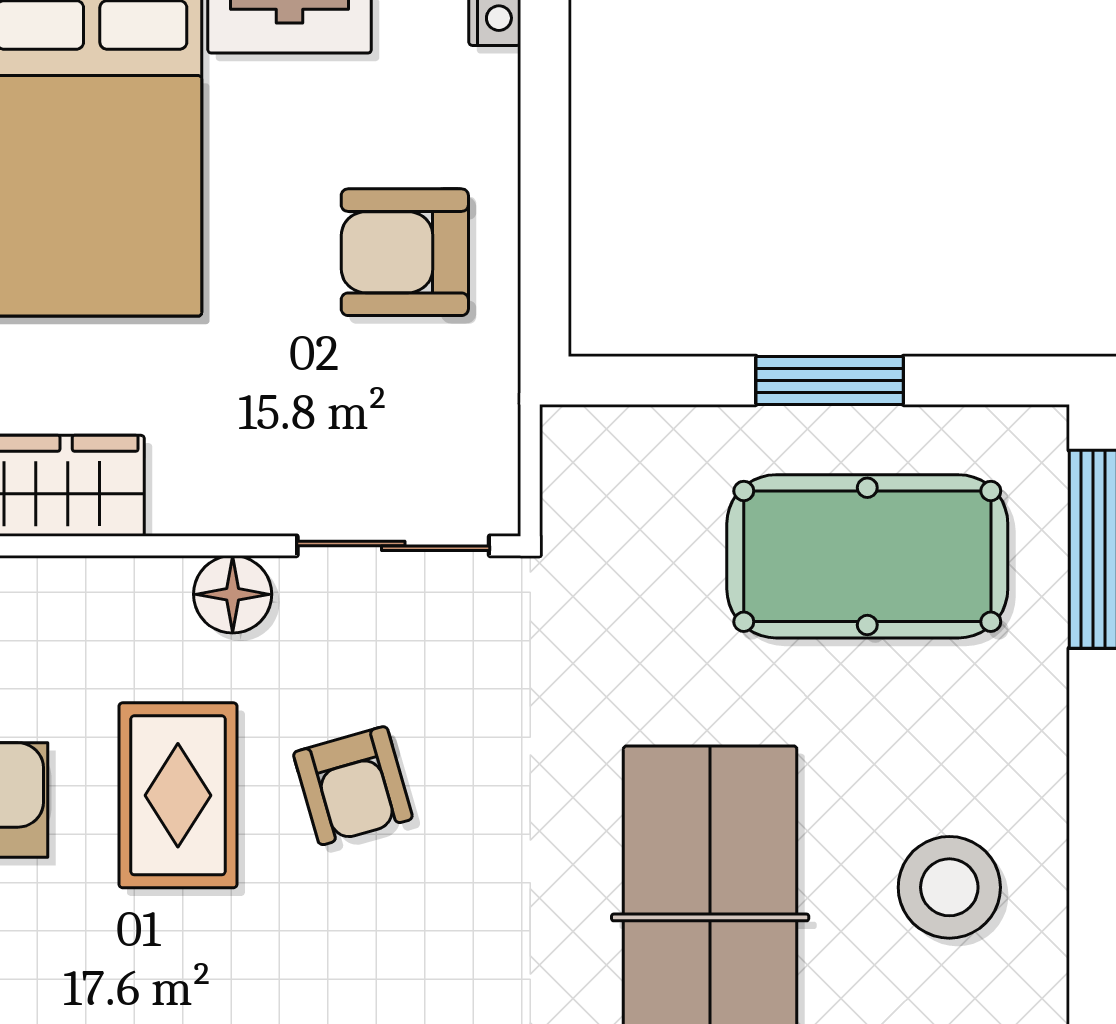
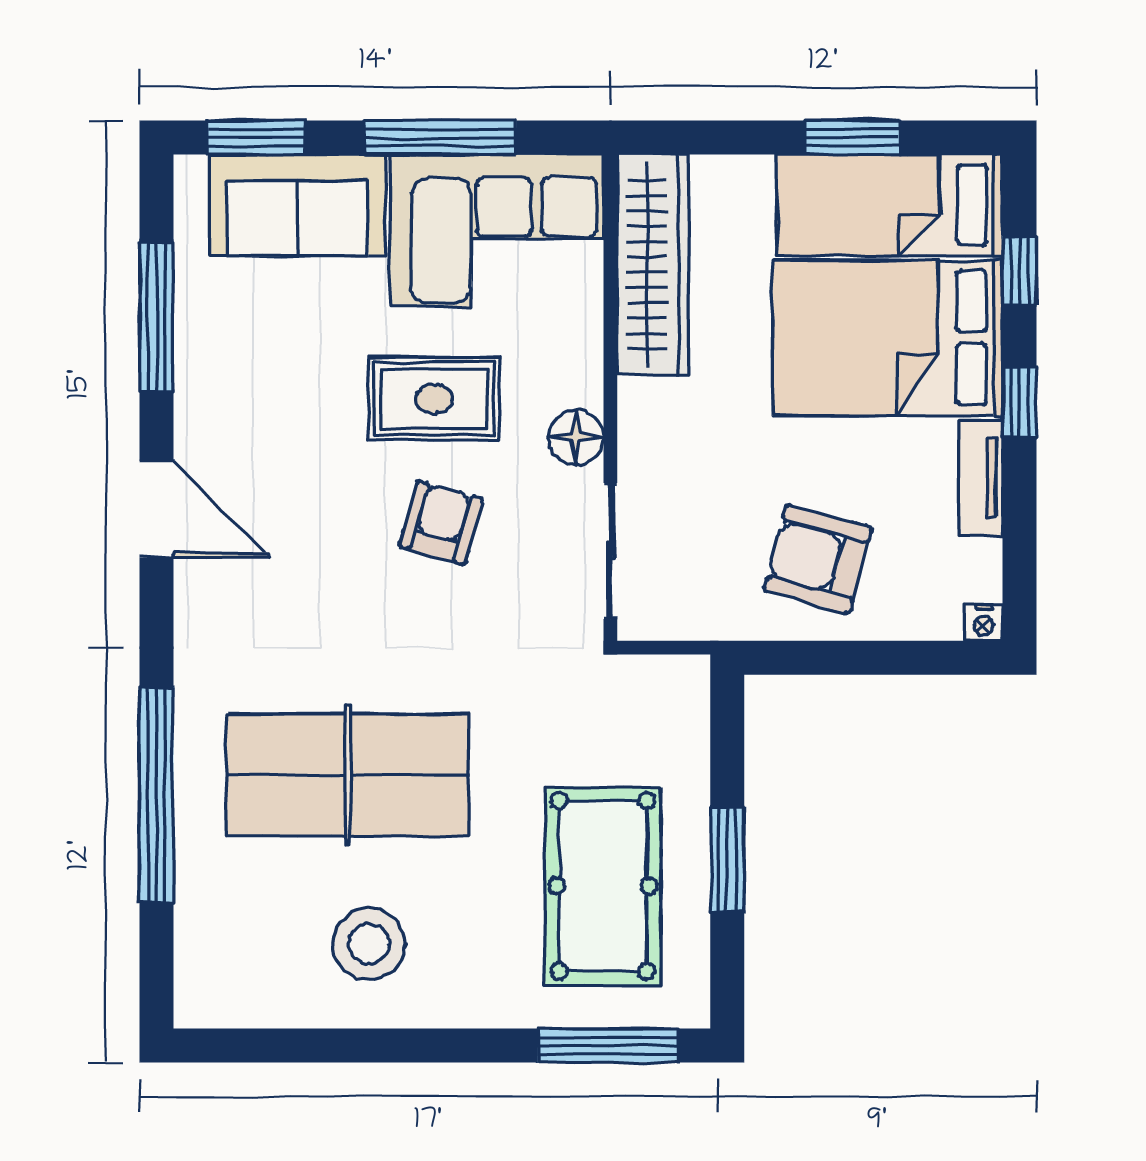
armchair: (405, 252) -> (818, 559), turned -75
armchair: (353, 786) -> (441, 522), turned 122

